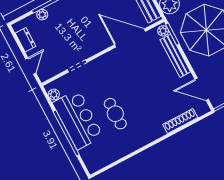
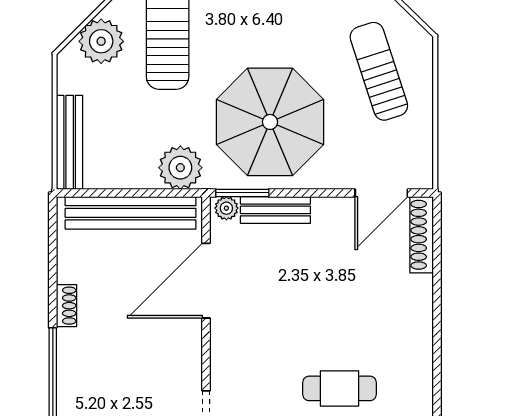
bench: (175, 56) -> (275, 210), width x0.73
shoe rack: (180, 121) -> (422, 235), moved

